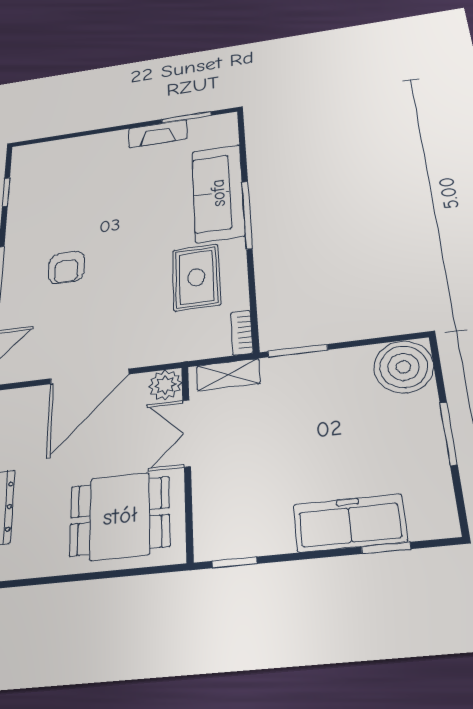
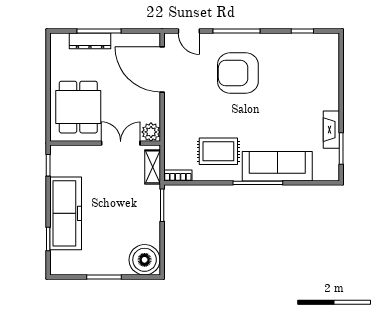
armchair: (66, 267) -> (238, 73), width x1.88, depth x1.88
door: (90, 376) -> (162, 69), moved
freezer: (350, 523) -> (66, 213), width x1.36, depth x1.26

